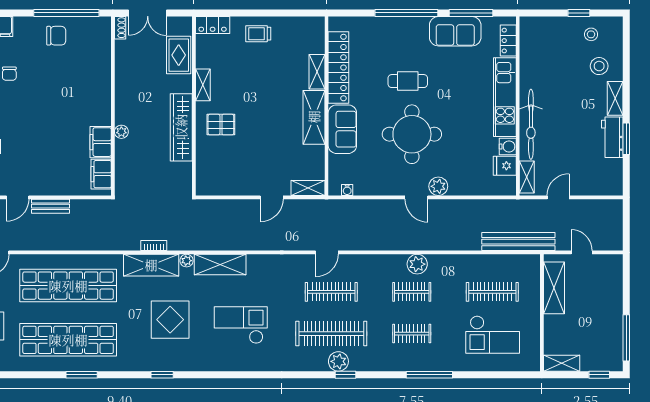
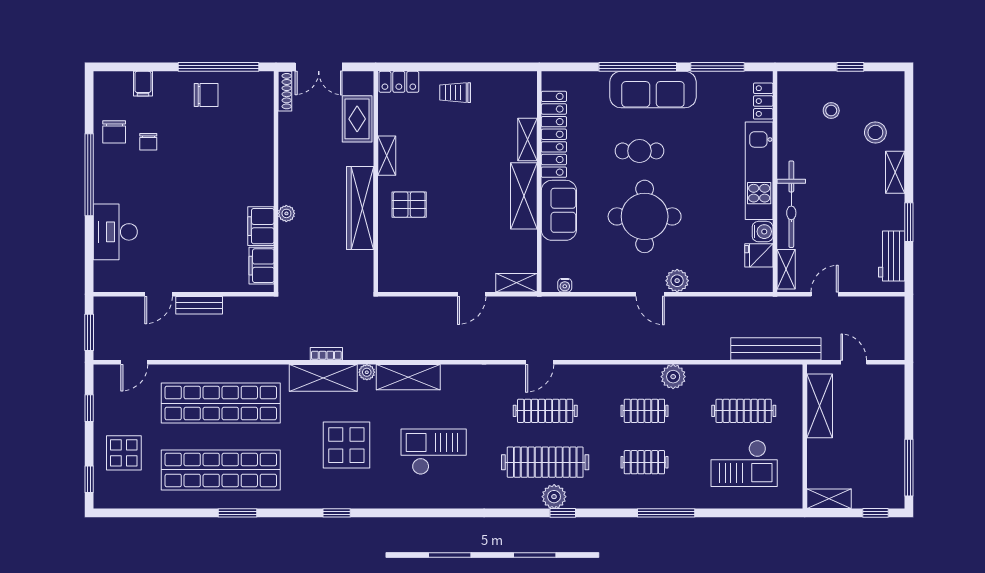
shoe rack: (120, 28) -> (285, 91), width x1.43
sofa: (455, 31) -> (653, 90), moved, width x1.36
stool: (591, 34) -> (831, 111), moved
workbench: (612, 137) -> (892, 256), moved
plant: (417, 264) -> (673, 377), moved

